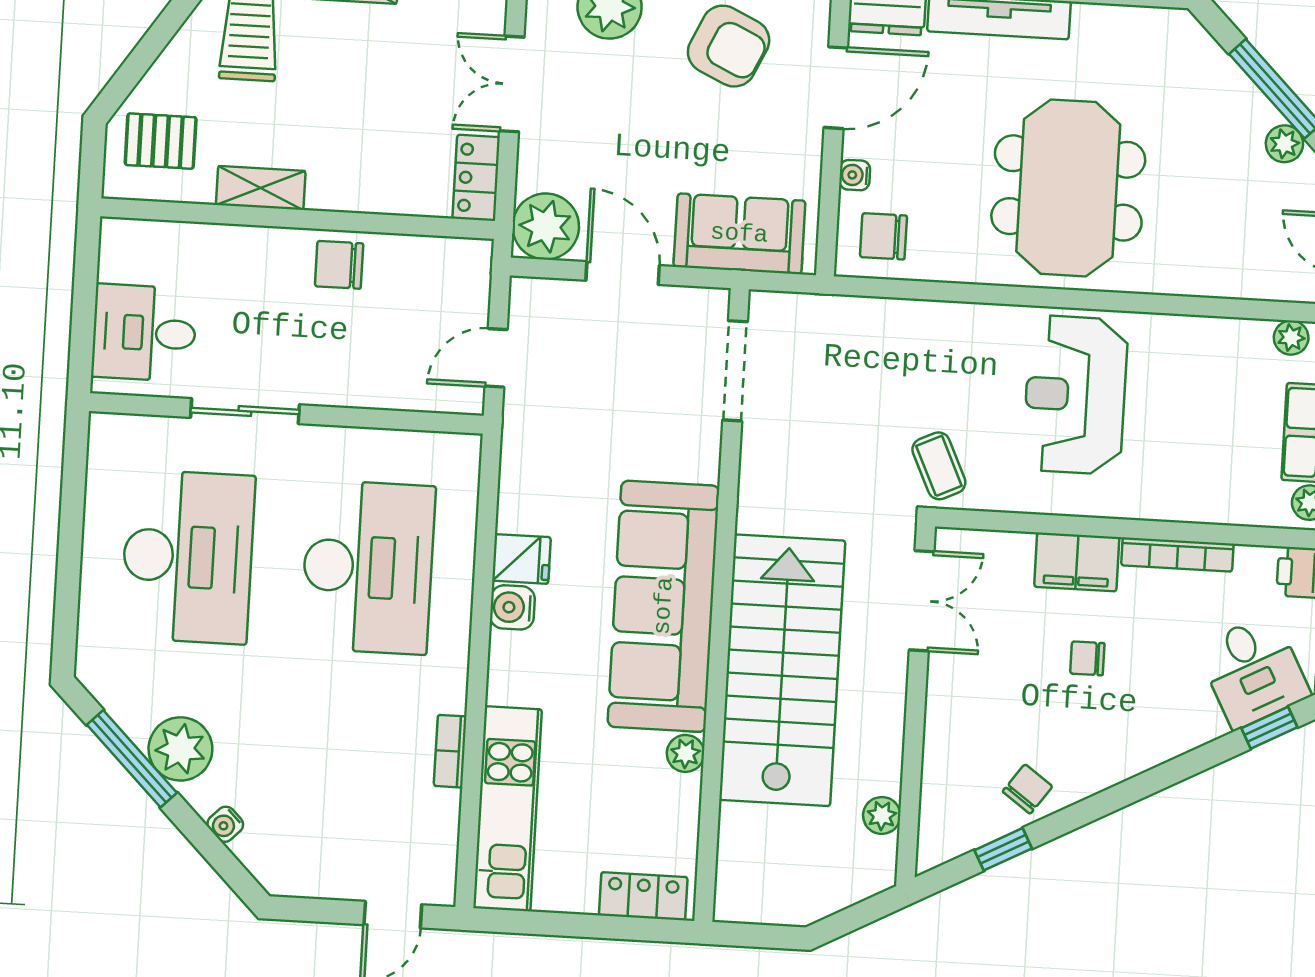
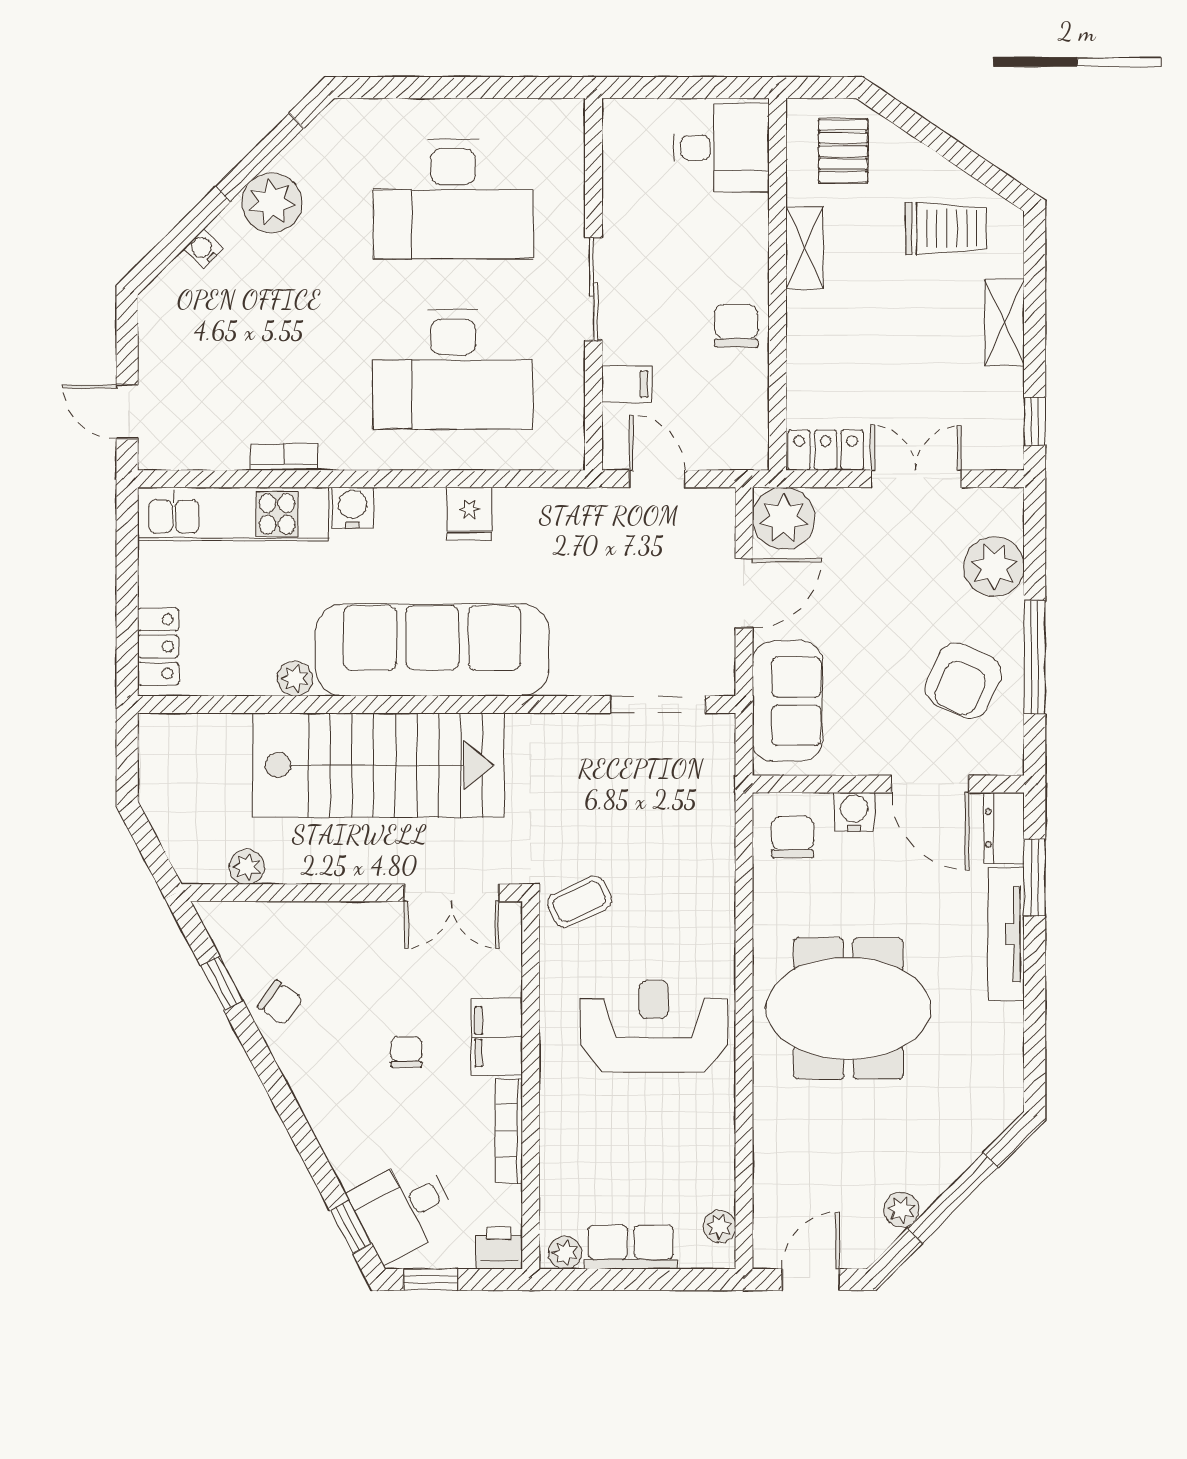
water cooler: (855, 175) -> (854, 812), width x1.38, depth x1.38
desk: (144, 333) -> (721, 148), moved, turned 90
filing cabinet: (394, 384) -> (627, 384), added
sliding door: (245, 411) -> (593, 289), moved
water cooler: (512, 607) -> (353, 508), moved

